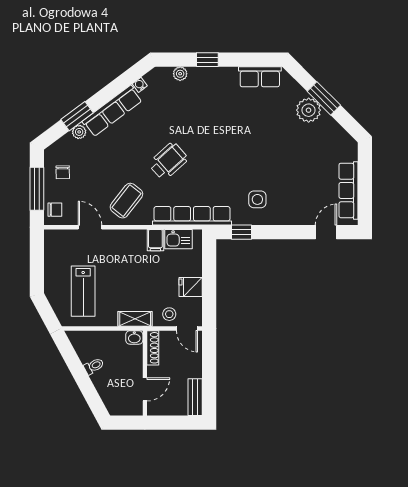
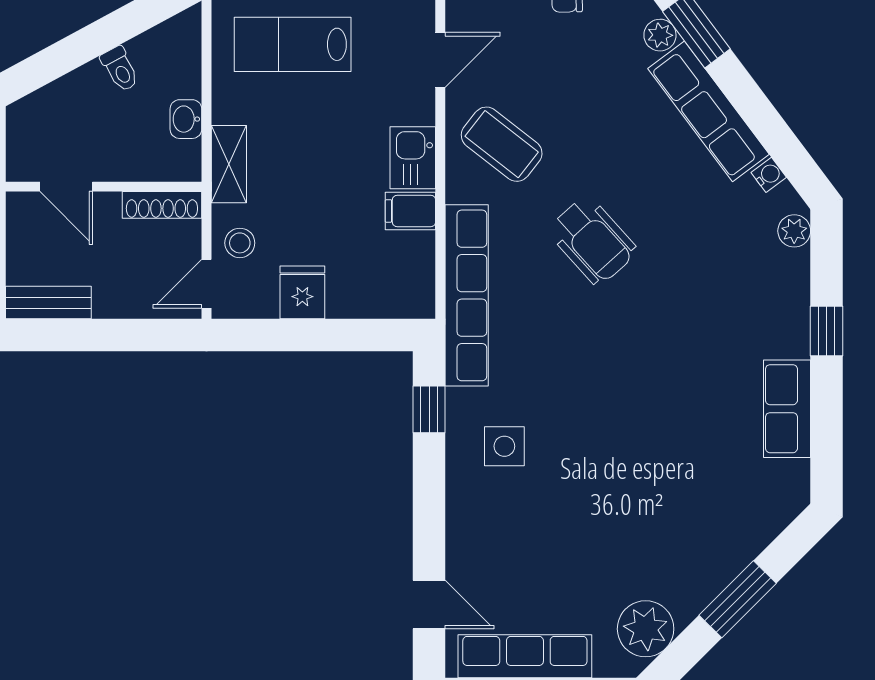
plant: (180, 74) -> (794, 231), moved
row of seats: (260, 77) -> (787, 409), moved
plant: (309, 110) -> (646, 629), moved
kitchen sink: (178, 239) -> (413, 158), moved
washbasin: (134, 337) -> (186, 119), moved

